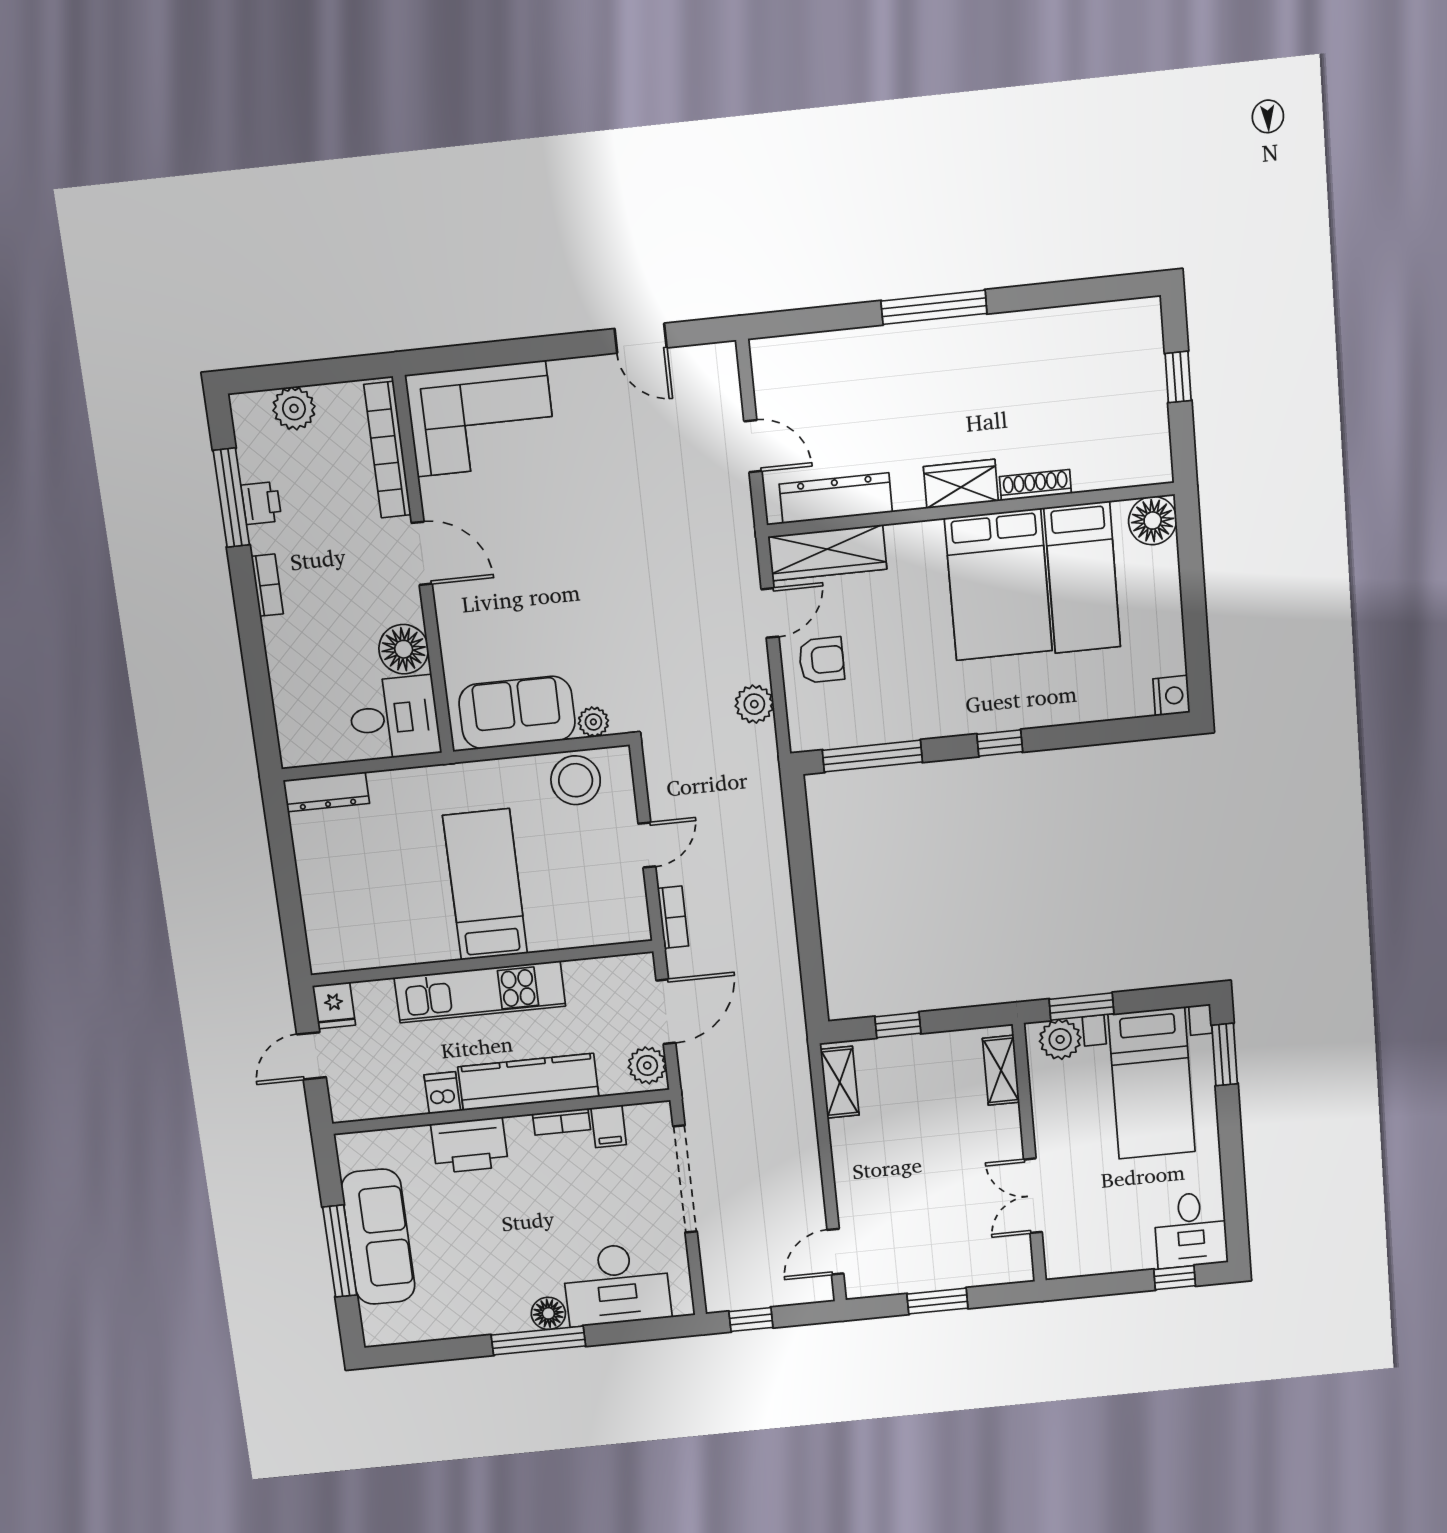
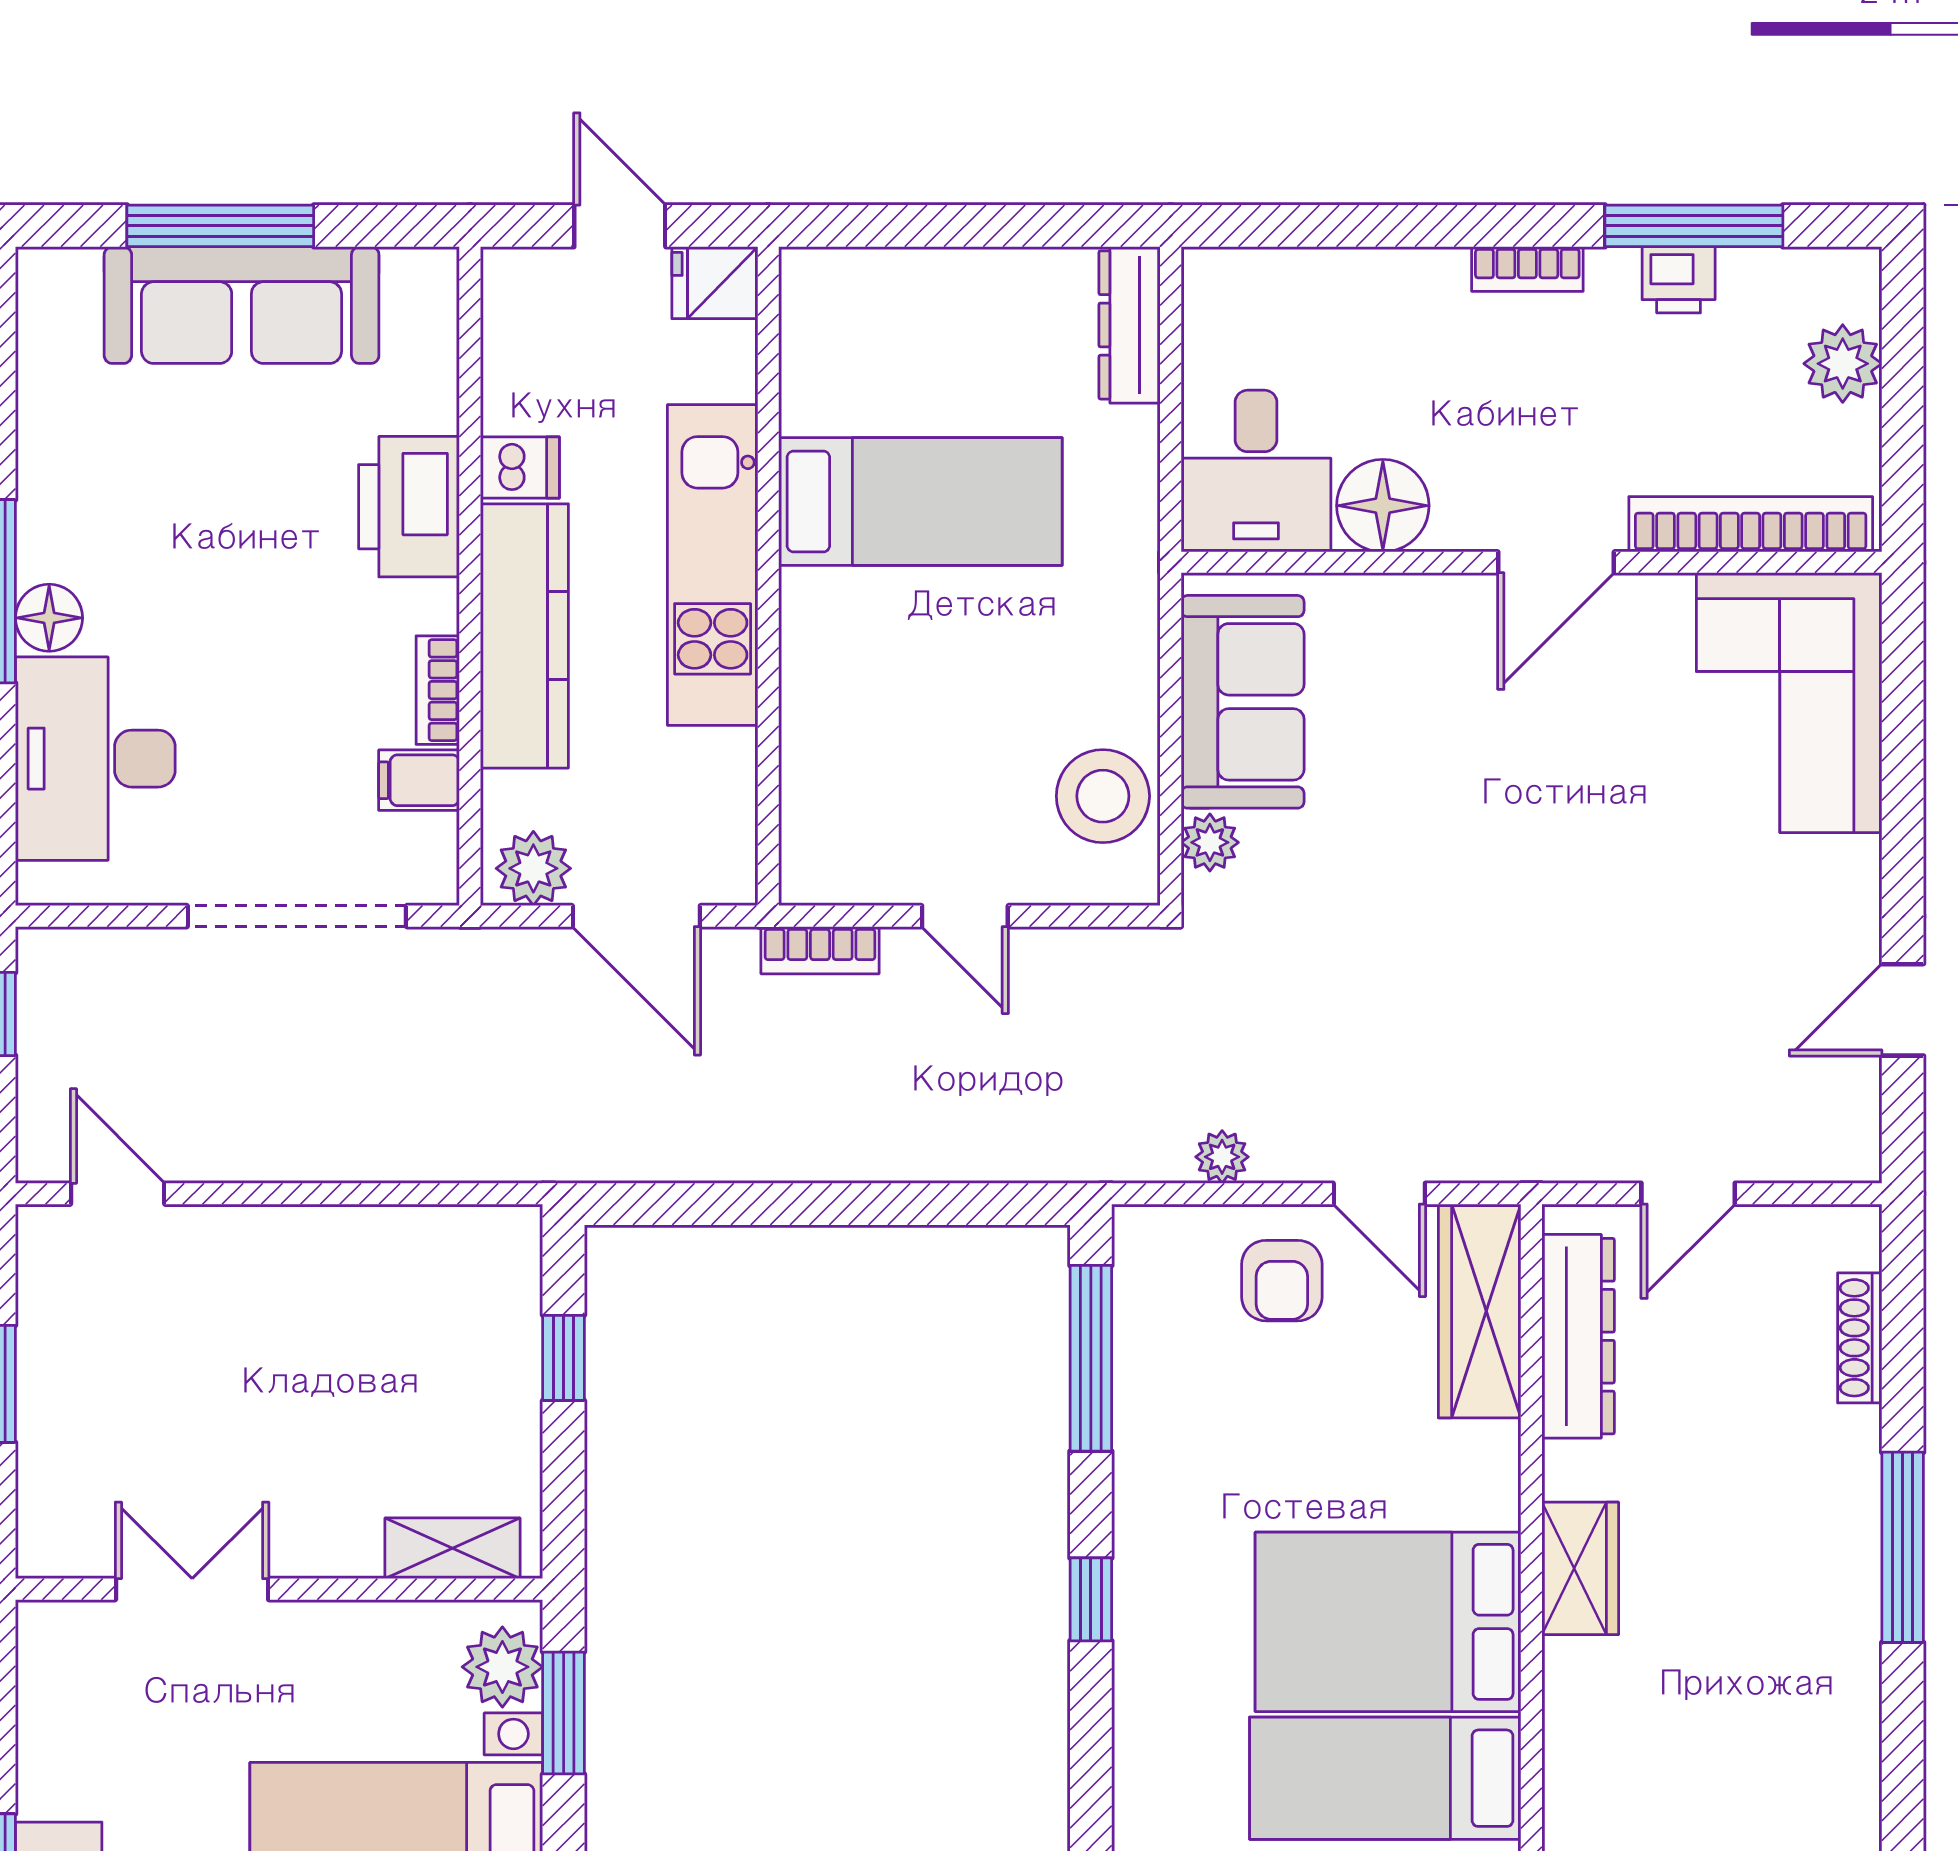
shoe rack: (1035, 485) -> (1860, 1338), moved, turned 180
plant: (754, 704) -> (1222, 1157), width x0.73, depth x0.73
bed: (485, 885) -> (920, 501), moved
shelving: (840, 1082) -> (461, 1235), removed

